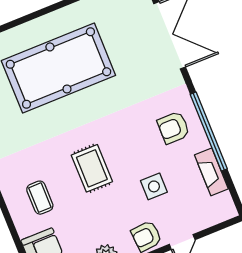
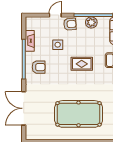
rug: (92, 168) -> (82, 64), turned 90

